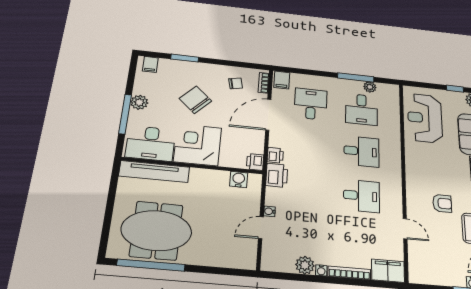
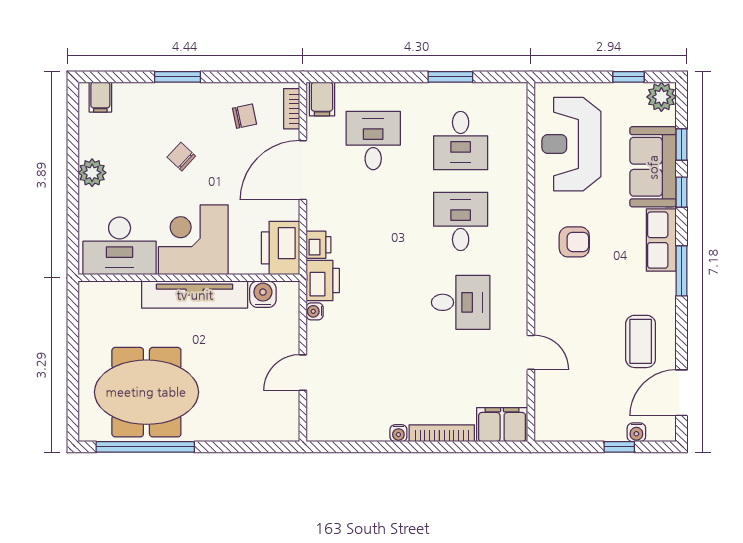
window: (185, 58) -> (178, 77), moved
window: (356, 77) -> (450, 77), width x0.69
plant: (370, 87) -> (475, 93), removed
chair: (195, 100) -> (181, 157), width x0.54, depth x0.54
window: (125, 114) -> (73, 197), removed
desk: (361, 151) -> (461, 221), turned -90
printer: (255, 162) -> (281, 248), width x1.87, depth x1.48
tv unit: (154, 172) -> (195, 295), moved
armchair: (442, 203) -> (574, 242), moved
water cooler: (269, 211) -> (315, 311), moved
plant: (305, 265) -> (373, 427), removed

